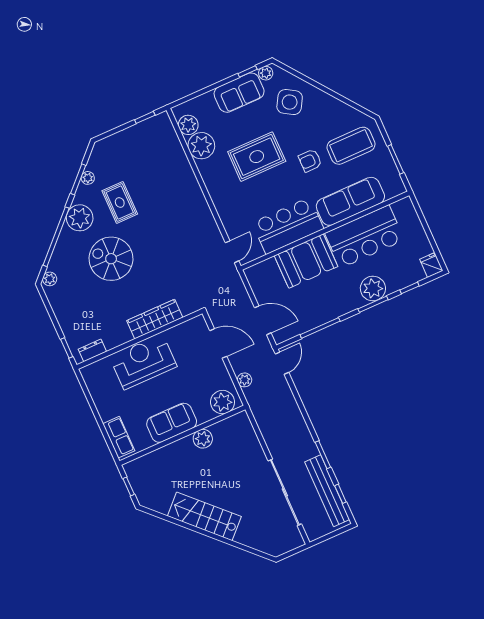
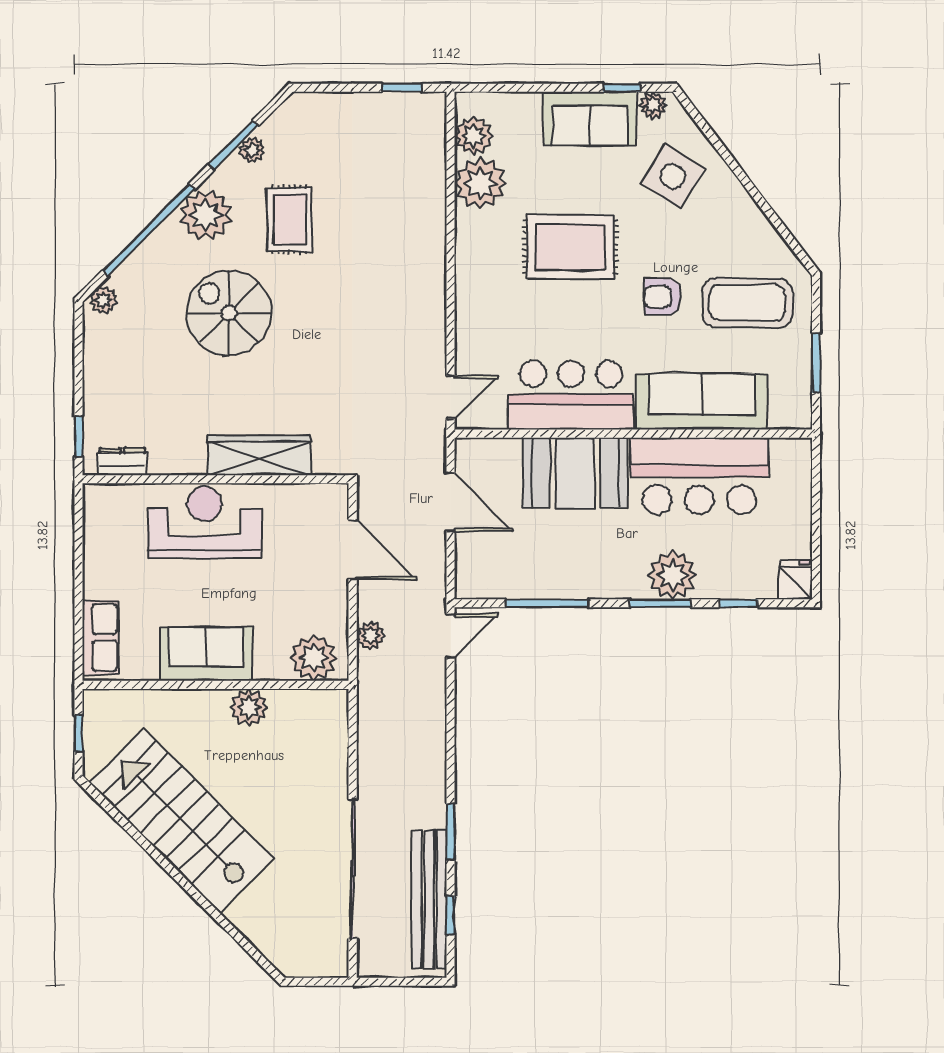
door: (263, 320) -> (451, 502), moved
stairs: (204, 516) -> (182, 820), width x1.36, depth x1.51

